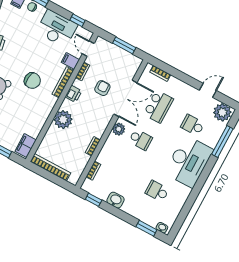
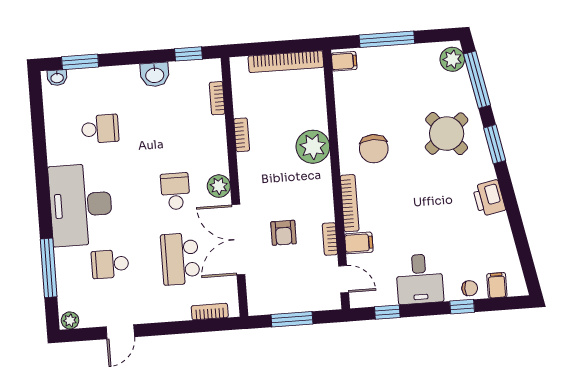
desk: (57, 28) -> (420, 279), width x0.73
chair: (32, 81) -> (374, 149), moved, turned -95
printer: (73, 94) -> (322, 196), removed
plant: (222, 112) -> (70, 320), width x0.53, depth x0.53
school desk: (193, 125) -> (110, 264), turned 180
school desk: (141, 140) -> (175, 191), turned 90
filing cabinet: (26, 146) -> (344, 61), width x0.50

